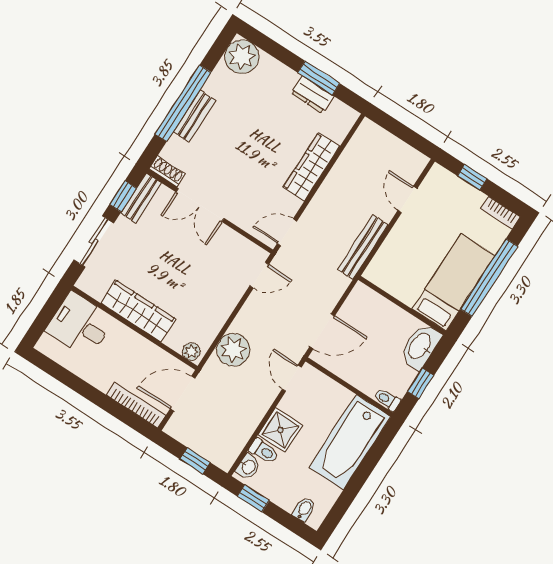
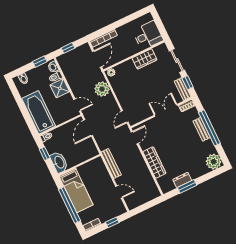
wardrobe: (138, 311) -> (144, 59), width x0.67

